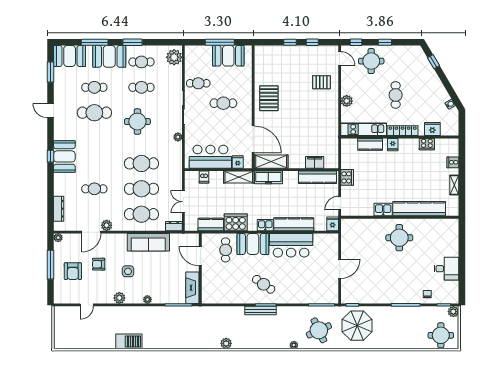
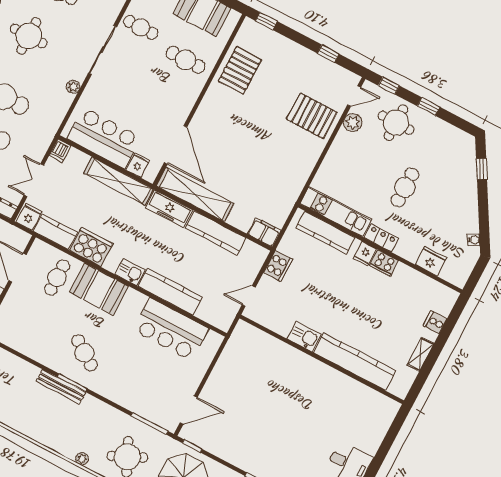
window: (290, 42) -> (266, 21), moved
door: (340, 58) -> (354, 96), hinge flipped
pallet: (322, 82) -> (312, 116), width x1.50, depth x1.42
pallet: (269, 98) -> (240, 70), moved
plant: (347, 101) -> (353, 123), moved
cafe table: (223, 103) -> (186, 60), moved
locker: (403, 131) -> (381, 238), width x0.66
kitchen counter: (370, 144) -> (325, 233), width x1.50
cooker: (427, 144) -> (384, 263), moved
shelving: (271, 162) -> (195, 195), width x1.47
filing cabinet: (315, 162) -> (264, 232), moved
dishwasher: (204, 177) -> (60, 151), moved
shelving: (239, 177) -> (119, 181), width x1.47
kitchen counter: (318, 177) -> (216, 233), moved
fridge: (333, 224) -> (29, 217), moved
round table: (399, 238) -> (306, 387), removed
bar counter: (291, 245) -> (171, 329), moved
door: (340, 269) -> (189, 410), moved

